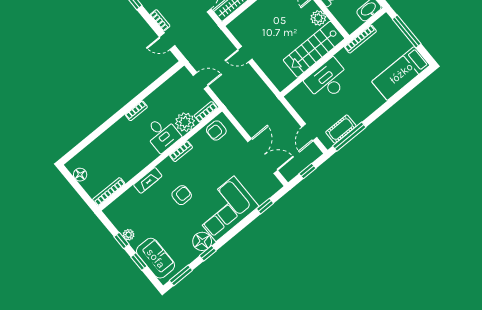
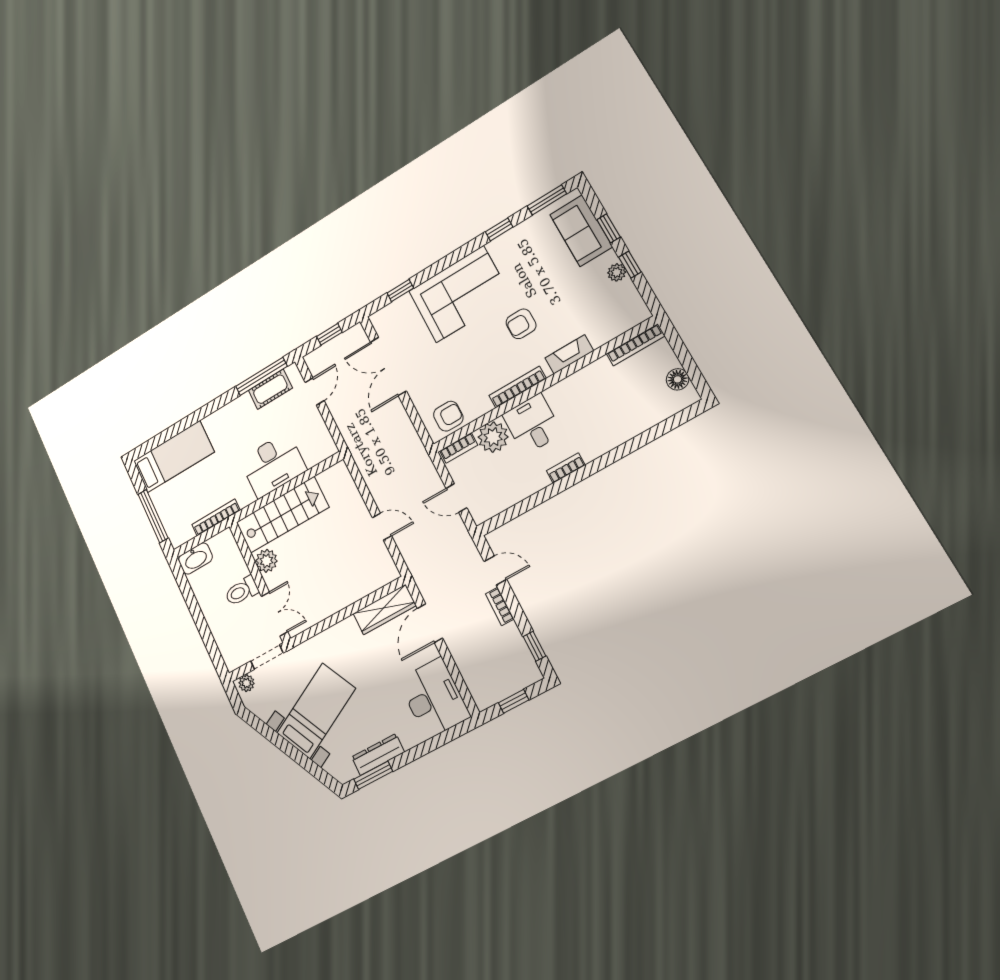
bookcase: (181, 151) -> (518, 387), width x1.56
floor lamp: (202, 241) -> (504, 248), removed

